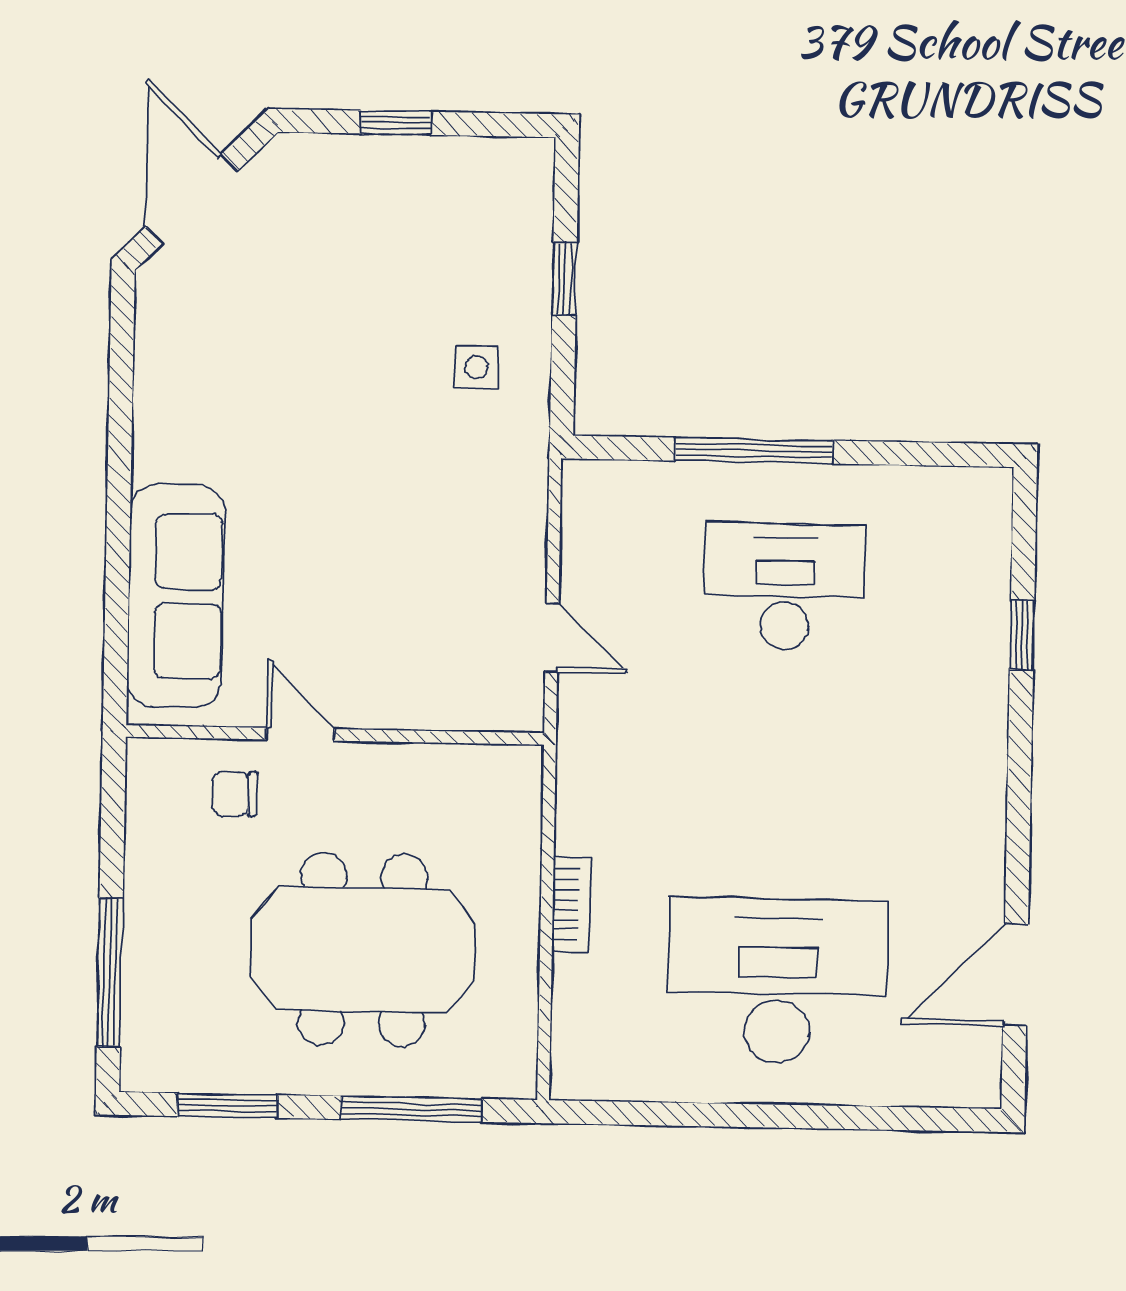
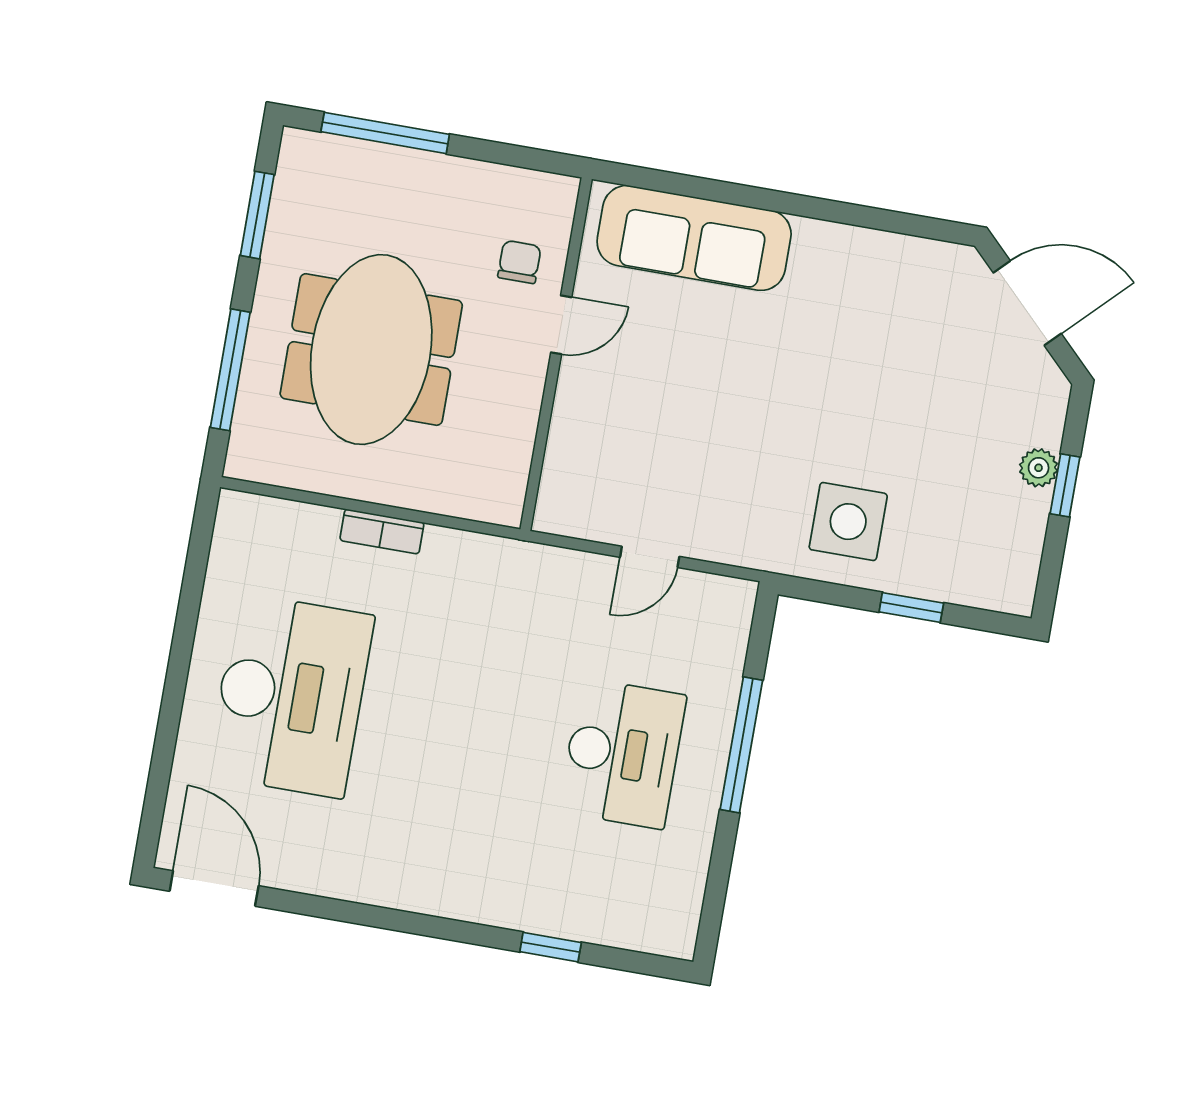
plant: (380, 156) -> (1039, 468), added
side table: (476, 367) -> (848, 522), width x1.87, depth x1.87
door: (552, 638) -> (650, 557), moved
door: (1016, 975) -> (214, 888), moved

